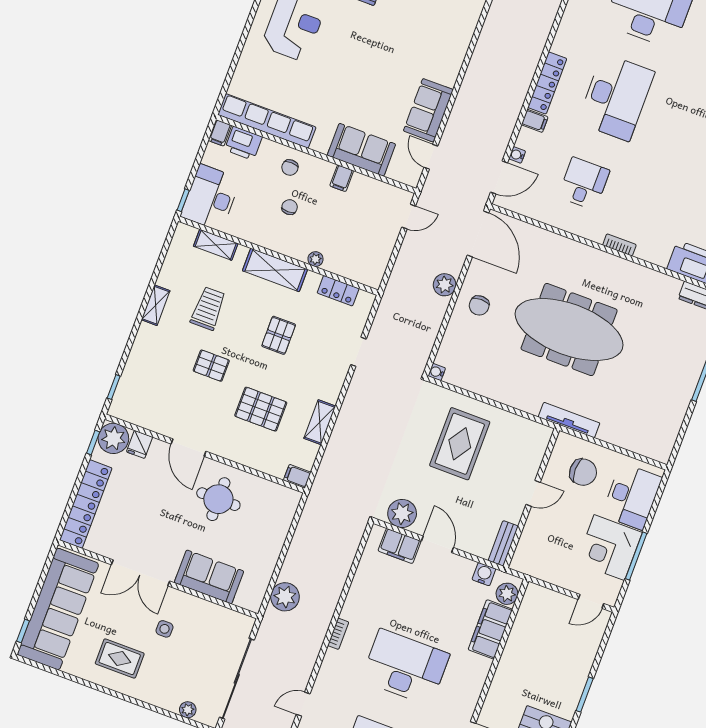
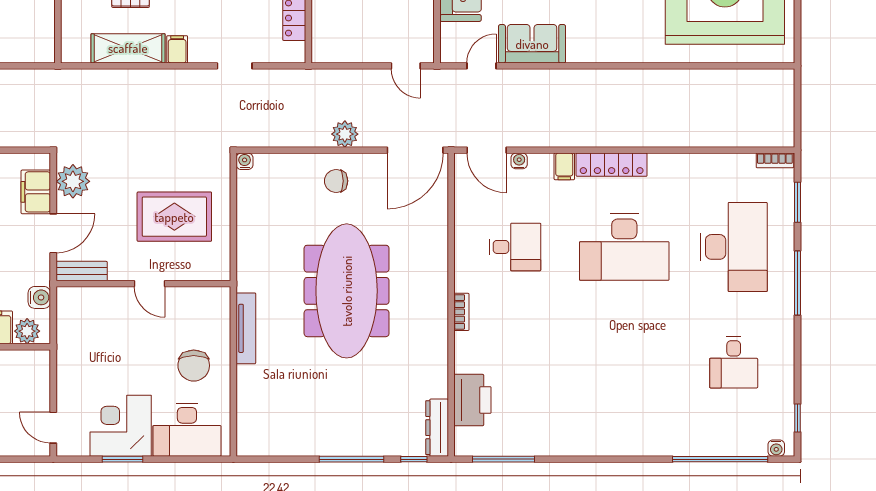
shelving: (320, 422) -> (128, 48), width x1.50, depth x1.33
filing cabinet: (297, 476) -> (177, 49), moved
door: (533, 493) -> (150, 284), moved
wall: (531, 498) -> (143, 284), moved
bench: (503, 543) -> (82, 271), moved
window: (636, 556) -> (123, 459), width x0.69

